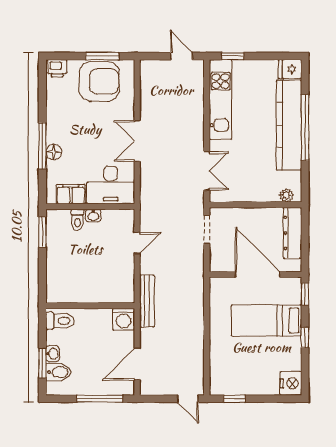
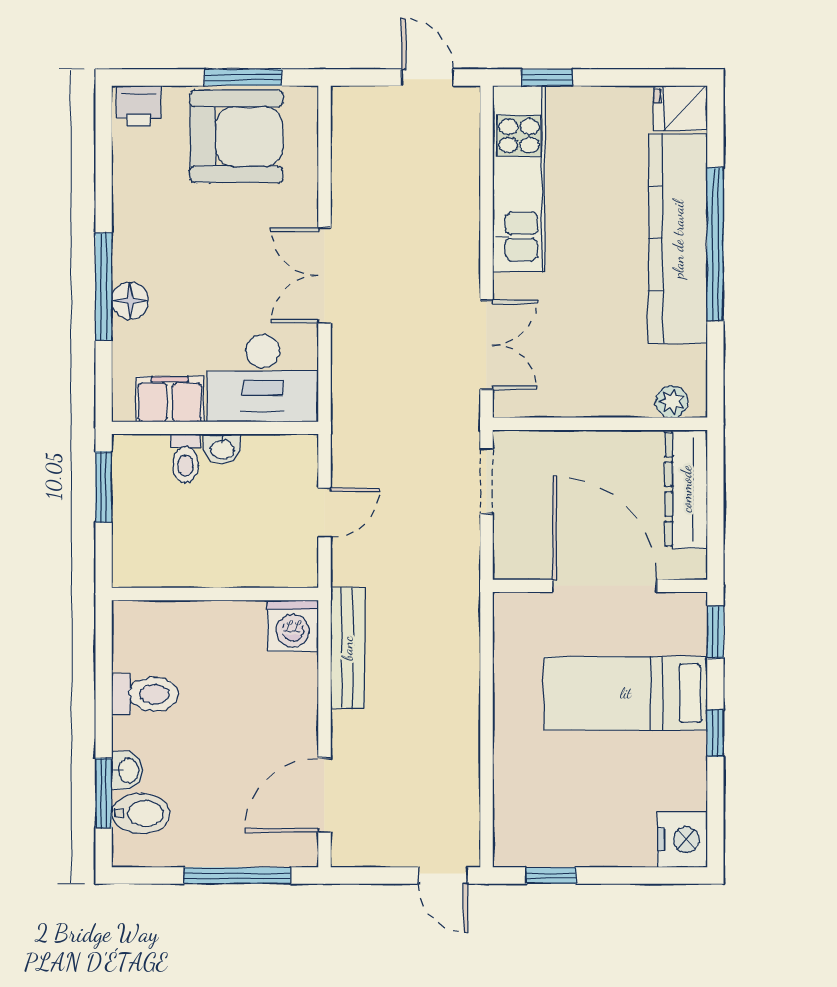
wall: (90, 306) -> (215, 594), moved
washing machine: (124, 319) -> (293, 626), moved

